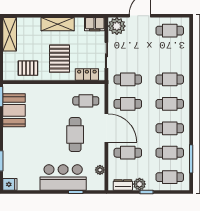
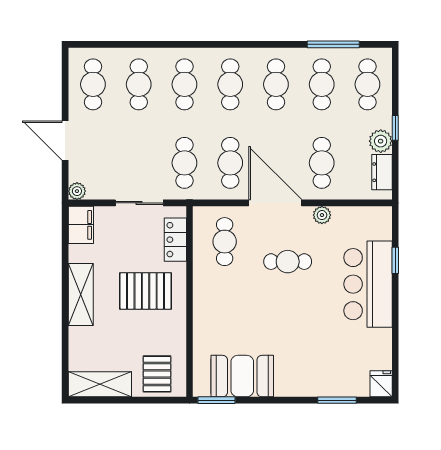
plant: (117, 26) -> (77, 191), width x0.53, depth x0.53
cafe table: (170, 55) -> (139, 84), added
pallet: (28, 68) -> (157, 374), moved
door: (106, 128) -> (275, 203), hinge flipped
cafe table: (75, 135) -> (288, 262), width x0.73, depth x0.74
plant: (100, 170) -> (322, 215), moved

